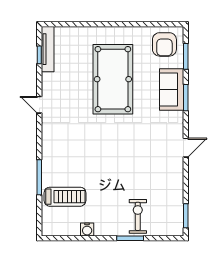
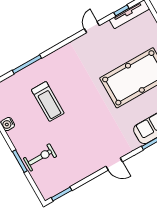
door: (39, 105) -> (92, 27), moved
treadmill: (65, 197) -> (48, 101), moved

